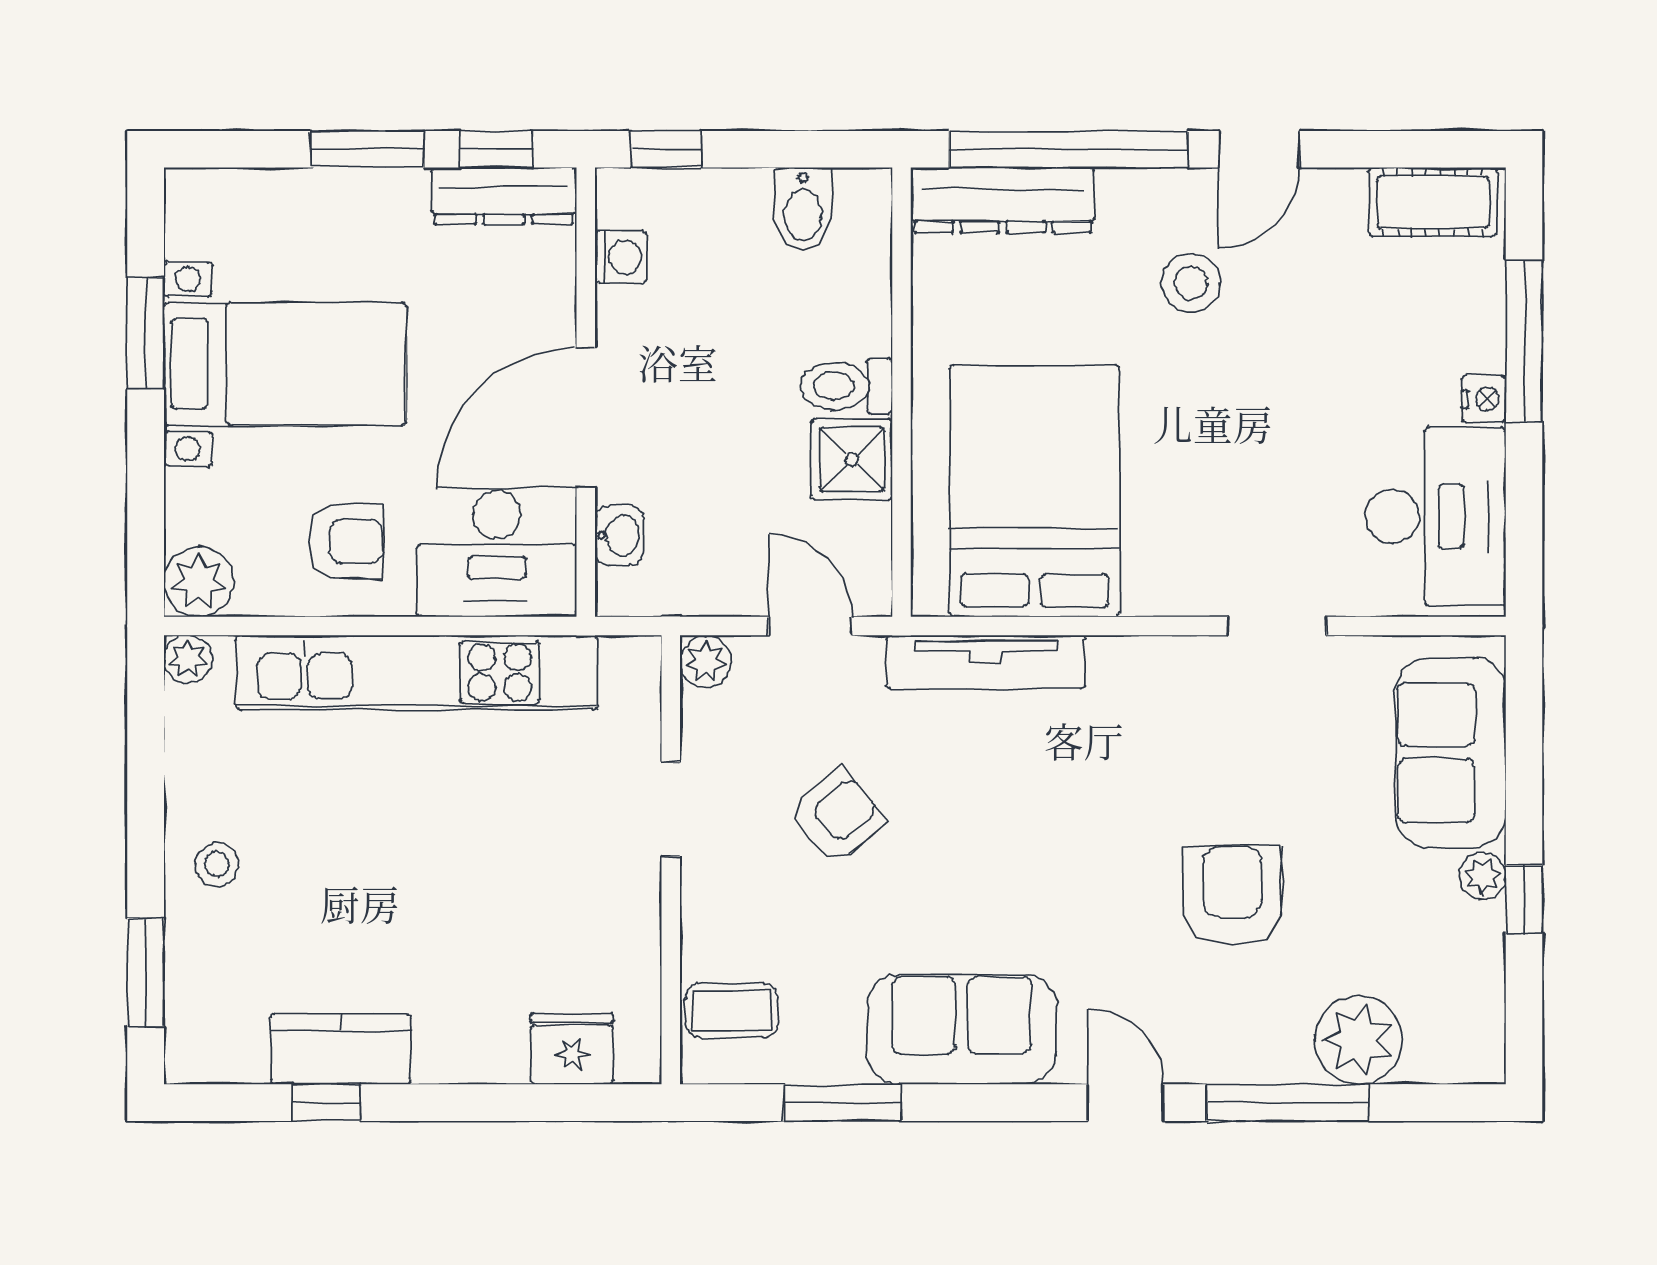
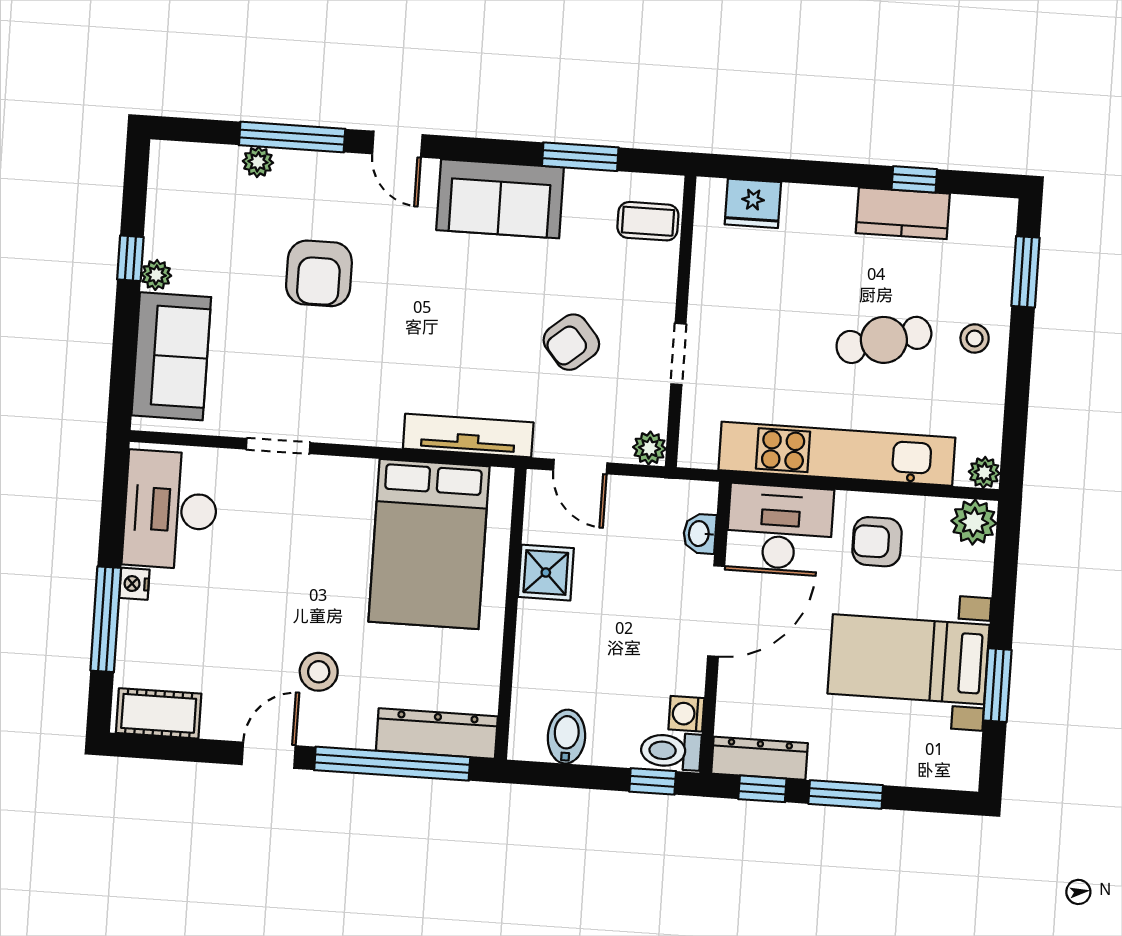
toilet: (847, 386) -> (671, 751), moved, turned 180
cafe table: (356, 853) -> (884, 340), added
plant: (1359, 1040) -> (258, 162), width x0.53, depth x0.53

